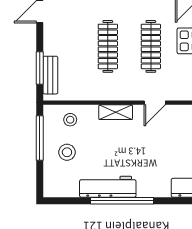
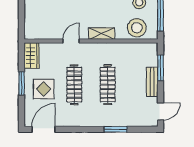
bench: (50, 75) -> (152, 82), moved
stool: (70, 120) -> (137, 28), width x1.89, depth x1.89

